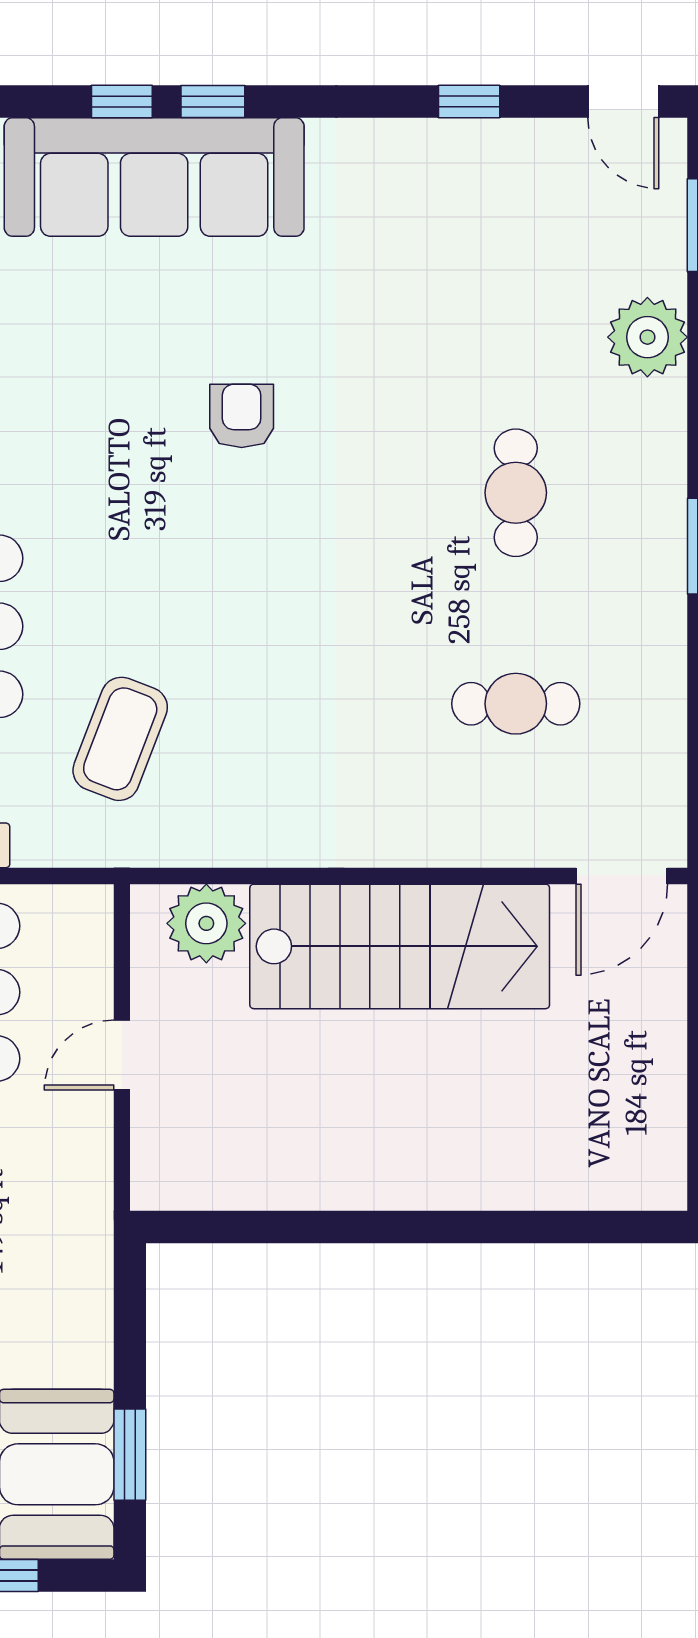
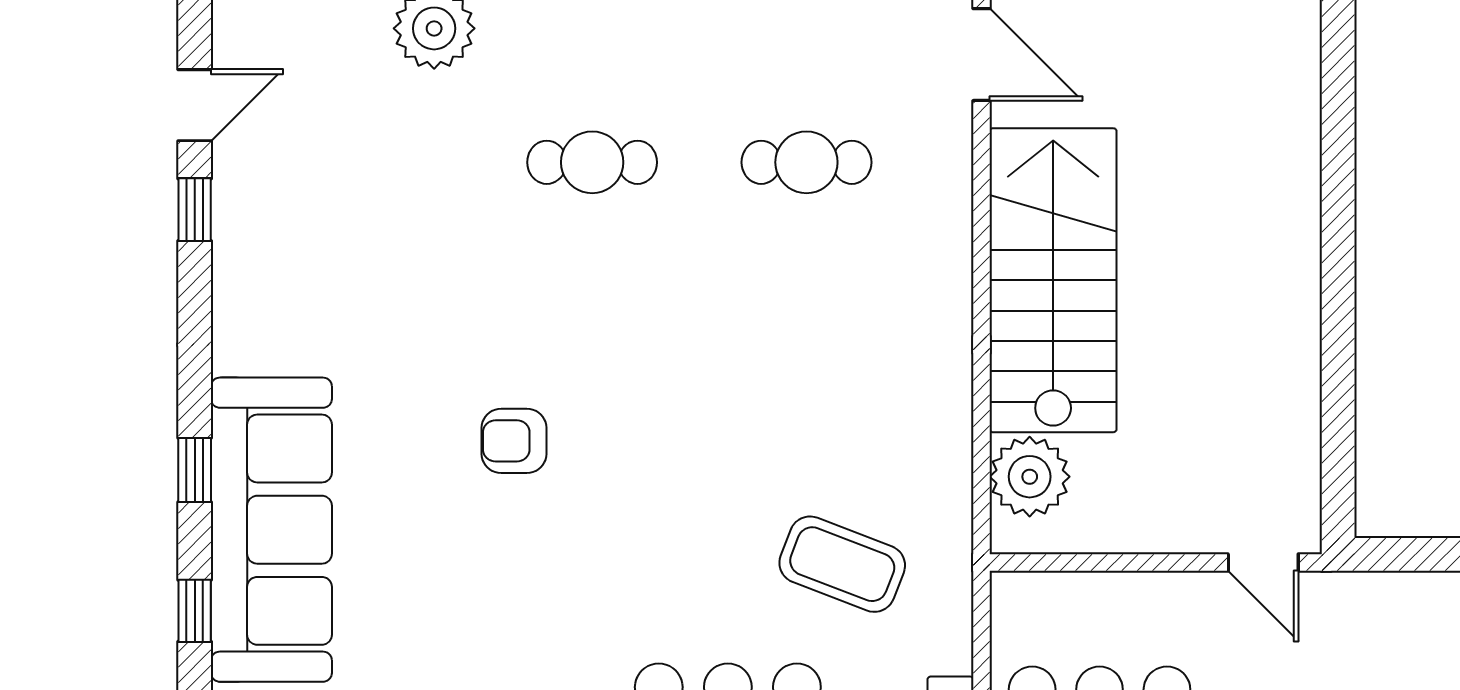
window: (122, 101) -> (195, 611), moved
door: (623, 101) -> (195, 105), moved
cafe table: (516, 704) -> (806, 162), turned 90
door: (122, 1055) -> (1263, 563), moved

